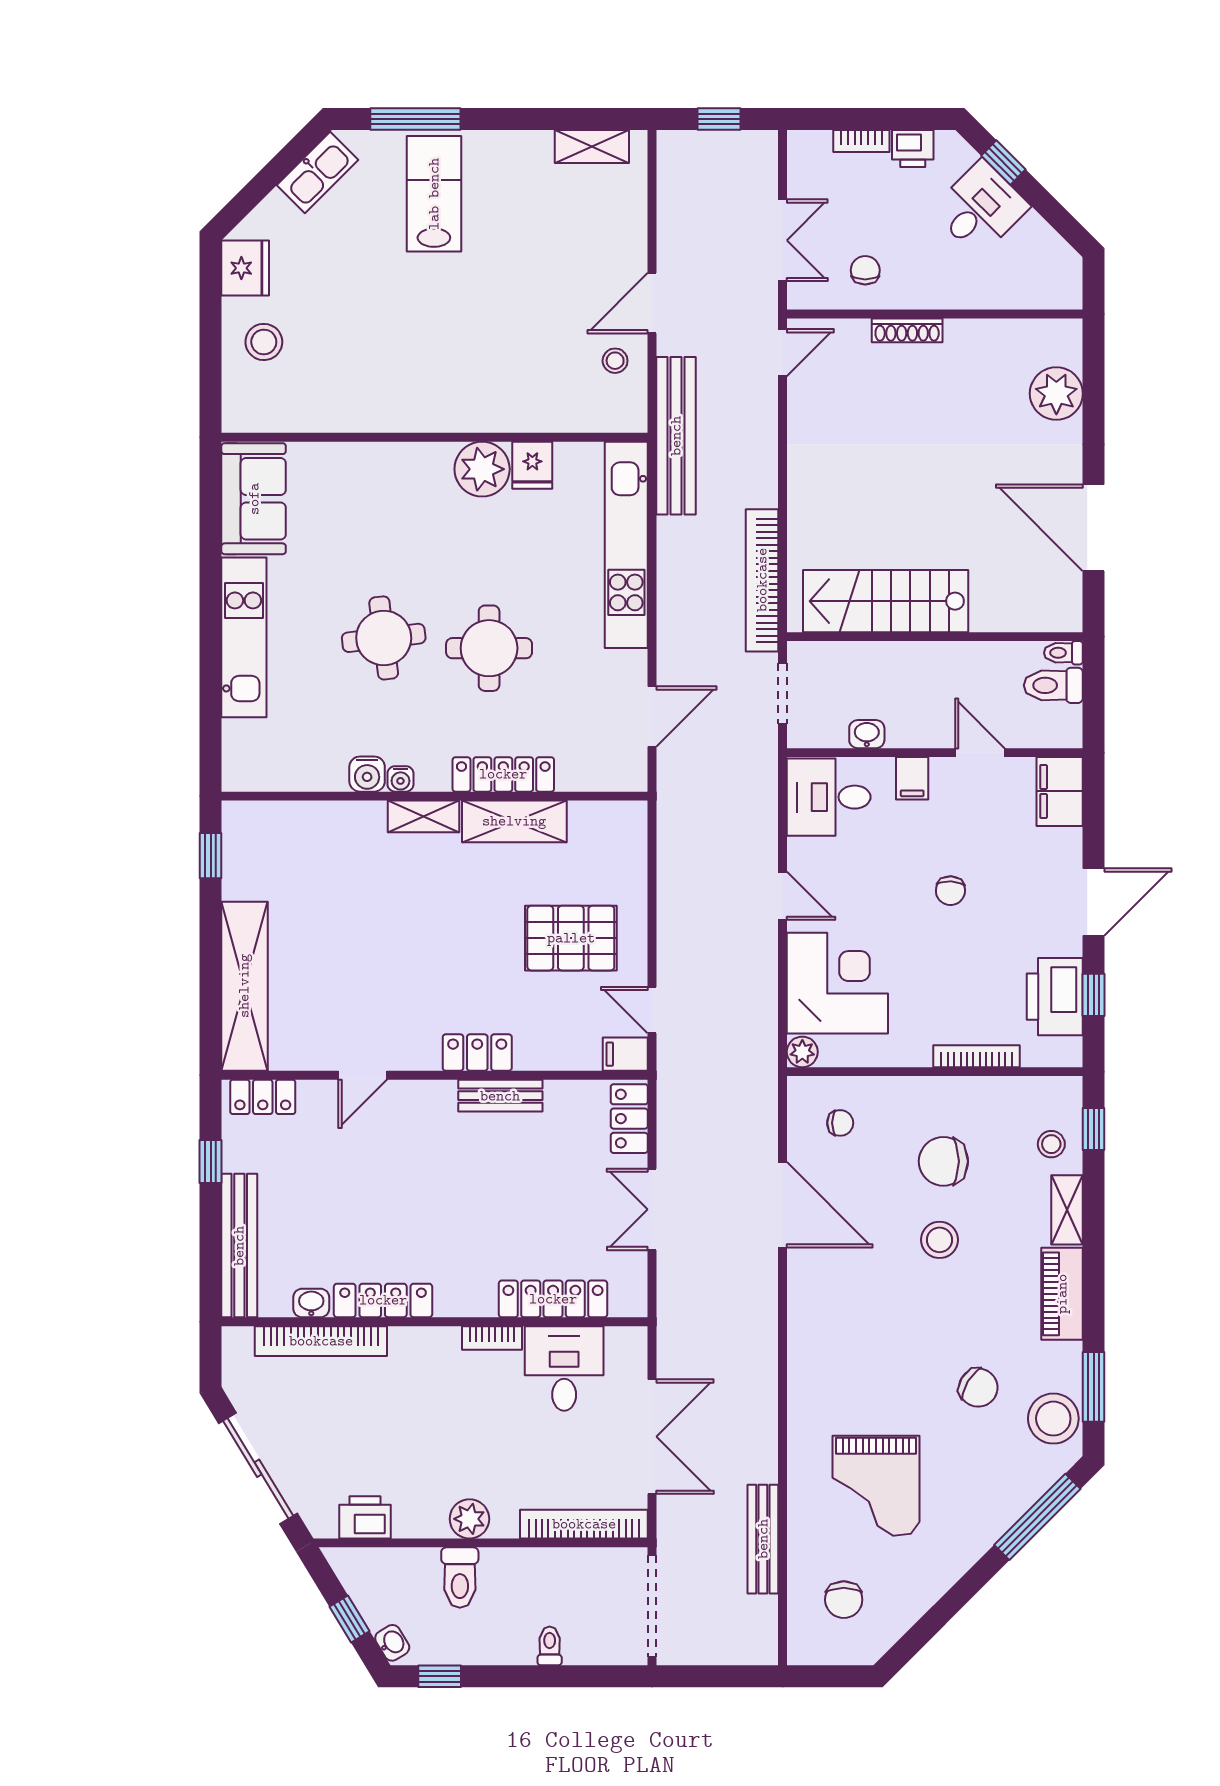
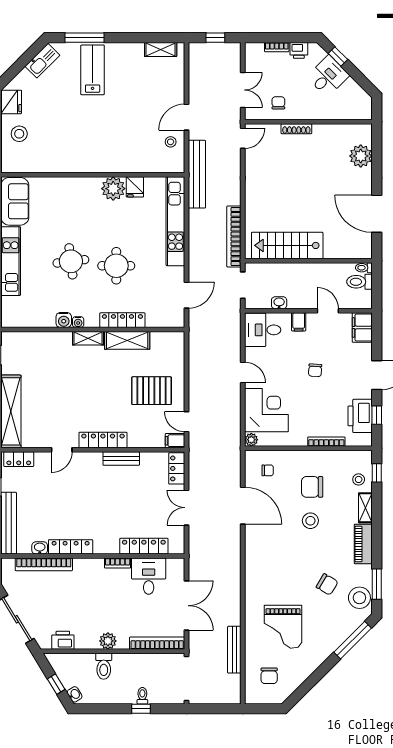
locker: (477, 1053) -> (103, 440), width x1.53
window: (440, 1676) -> (141, 709), moved

